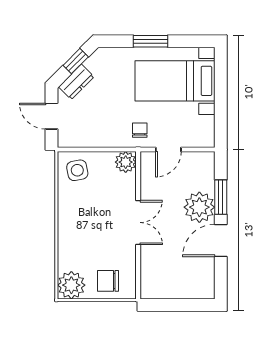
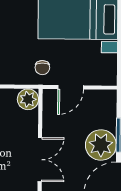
chair: (140, 130) -> (42, 68), turned 180

